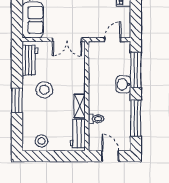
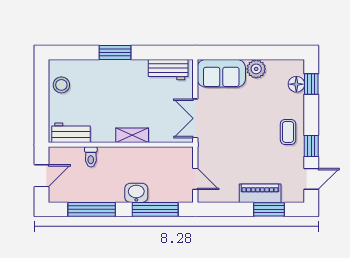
stool: (44, 90) -> (129, 89), removed
shelving: (80, 106) -> (132, 135), moved

